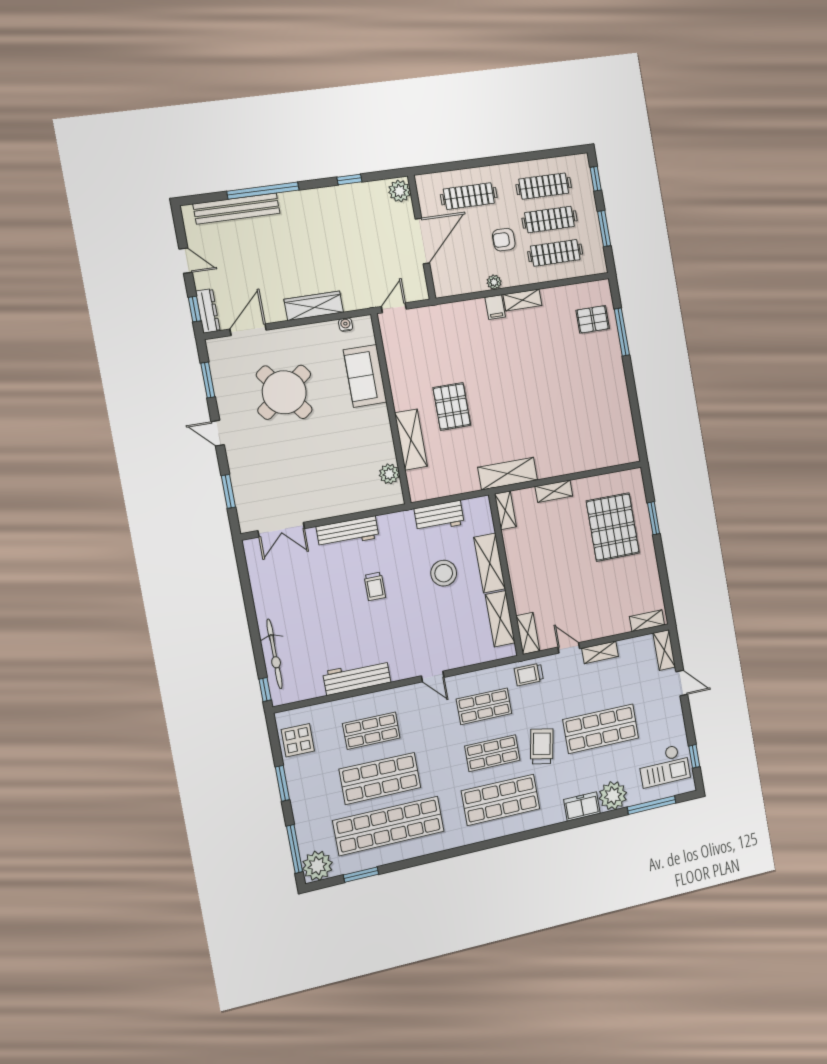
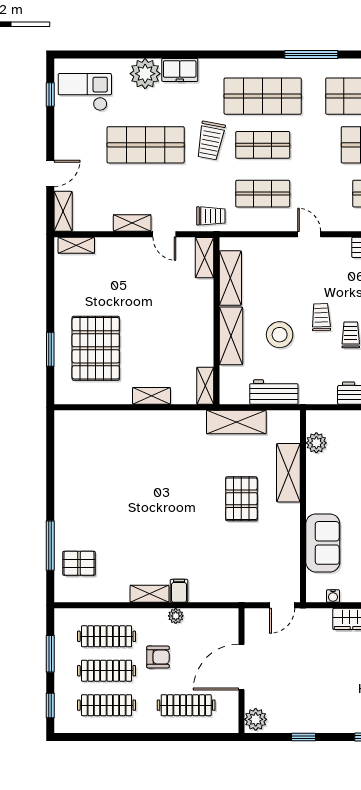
shelving: (508, 474) -> (236, 422), moved
trolley: (407, 598) -> (321, 317), added
door: (682, 683) -> (50, 173), swing flipped
window: (652, 805) -> (311, 54), moved

